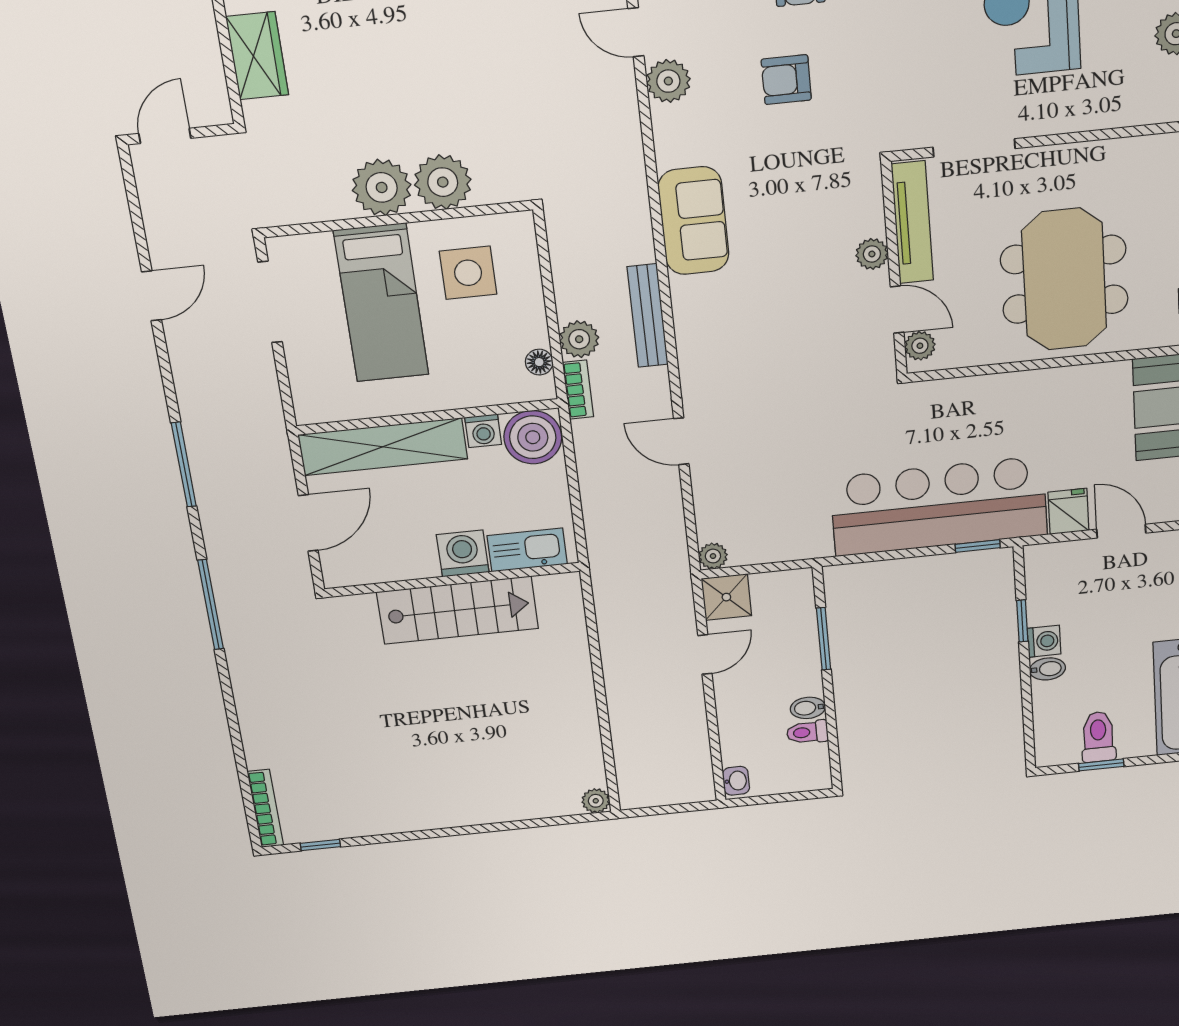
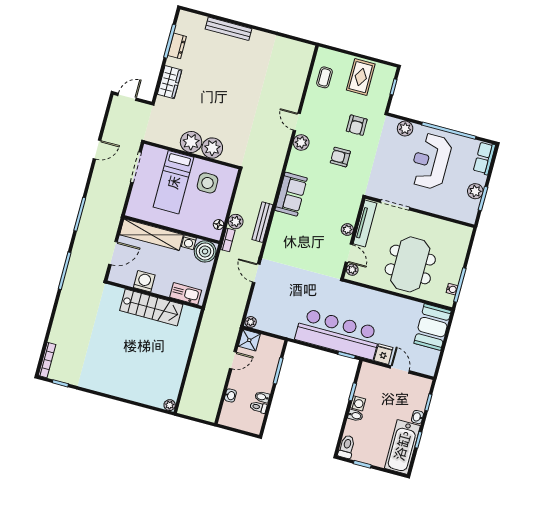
washing machine: (463, 553) -> (144, 281), moved
toilet: (1098, 737) -> (347, 447), moved
washbasin: (736, 781) -> (230, 395), moved

